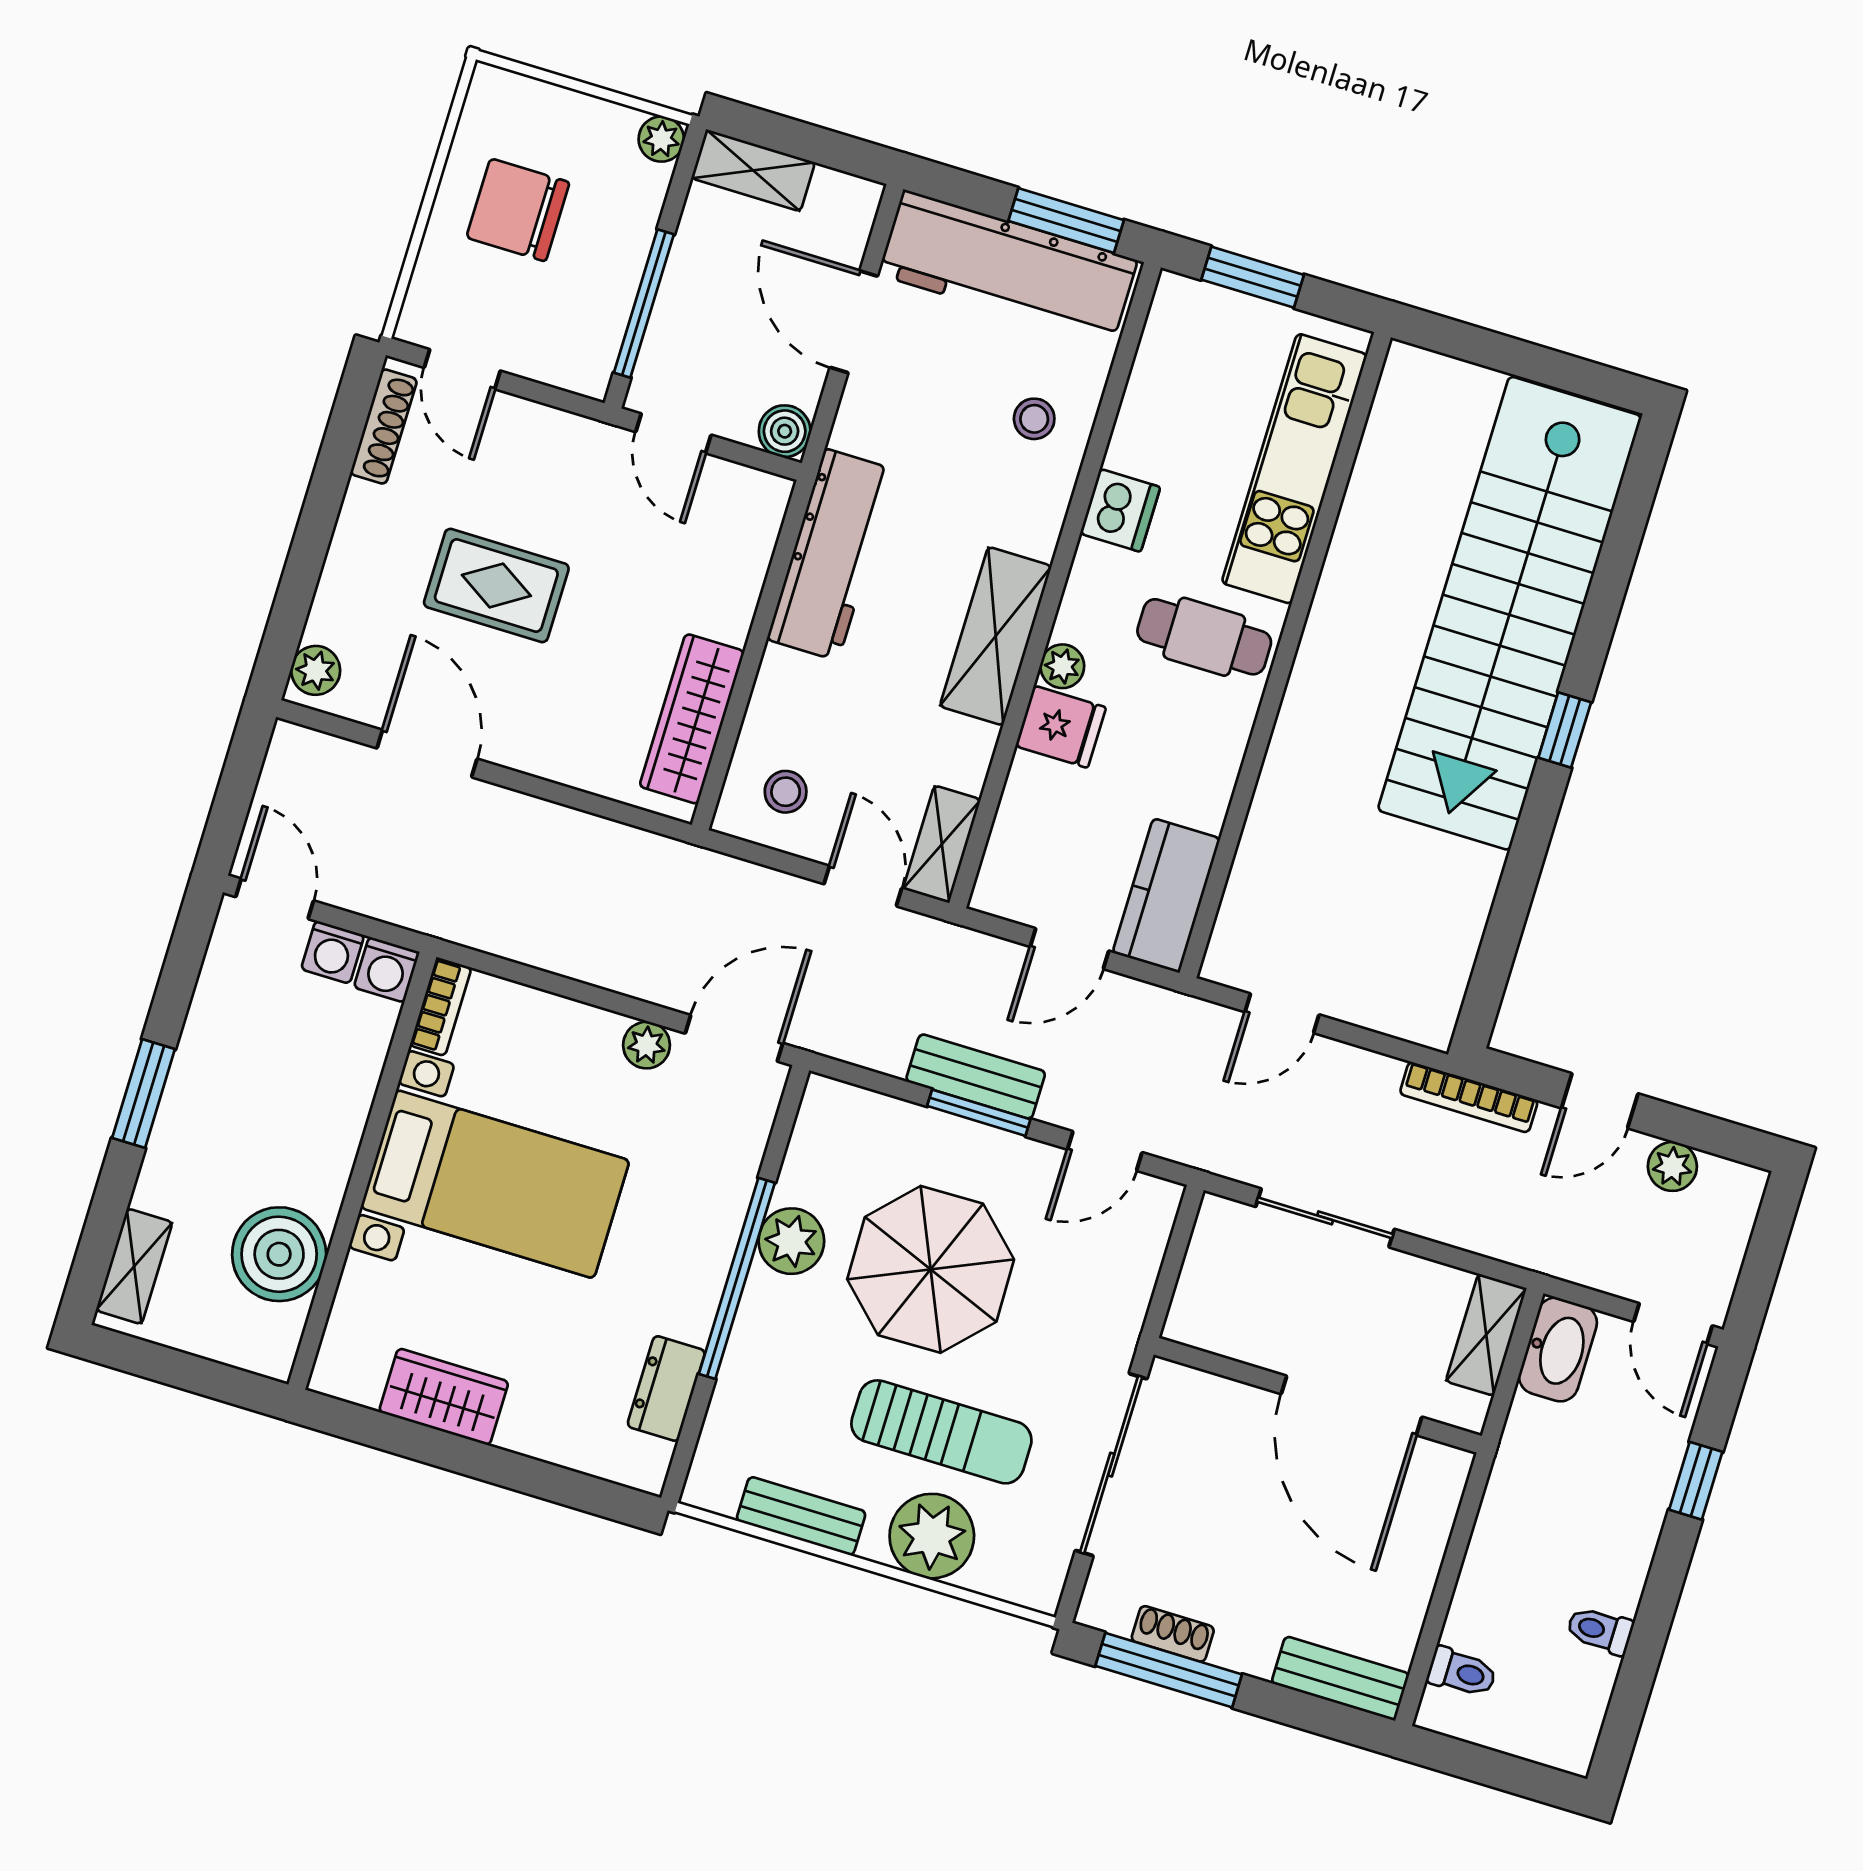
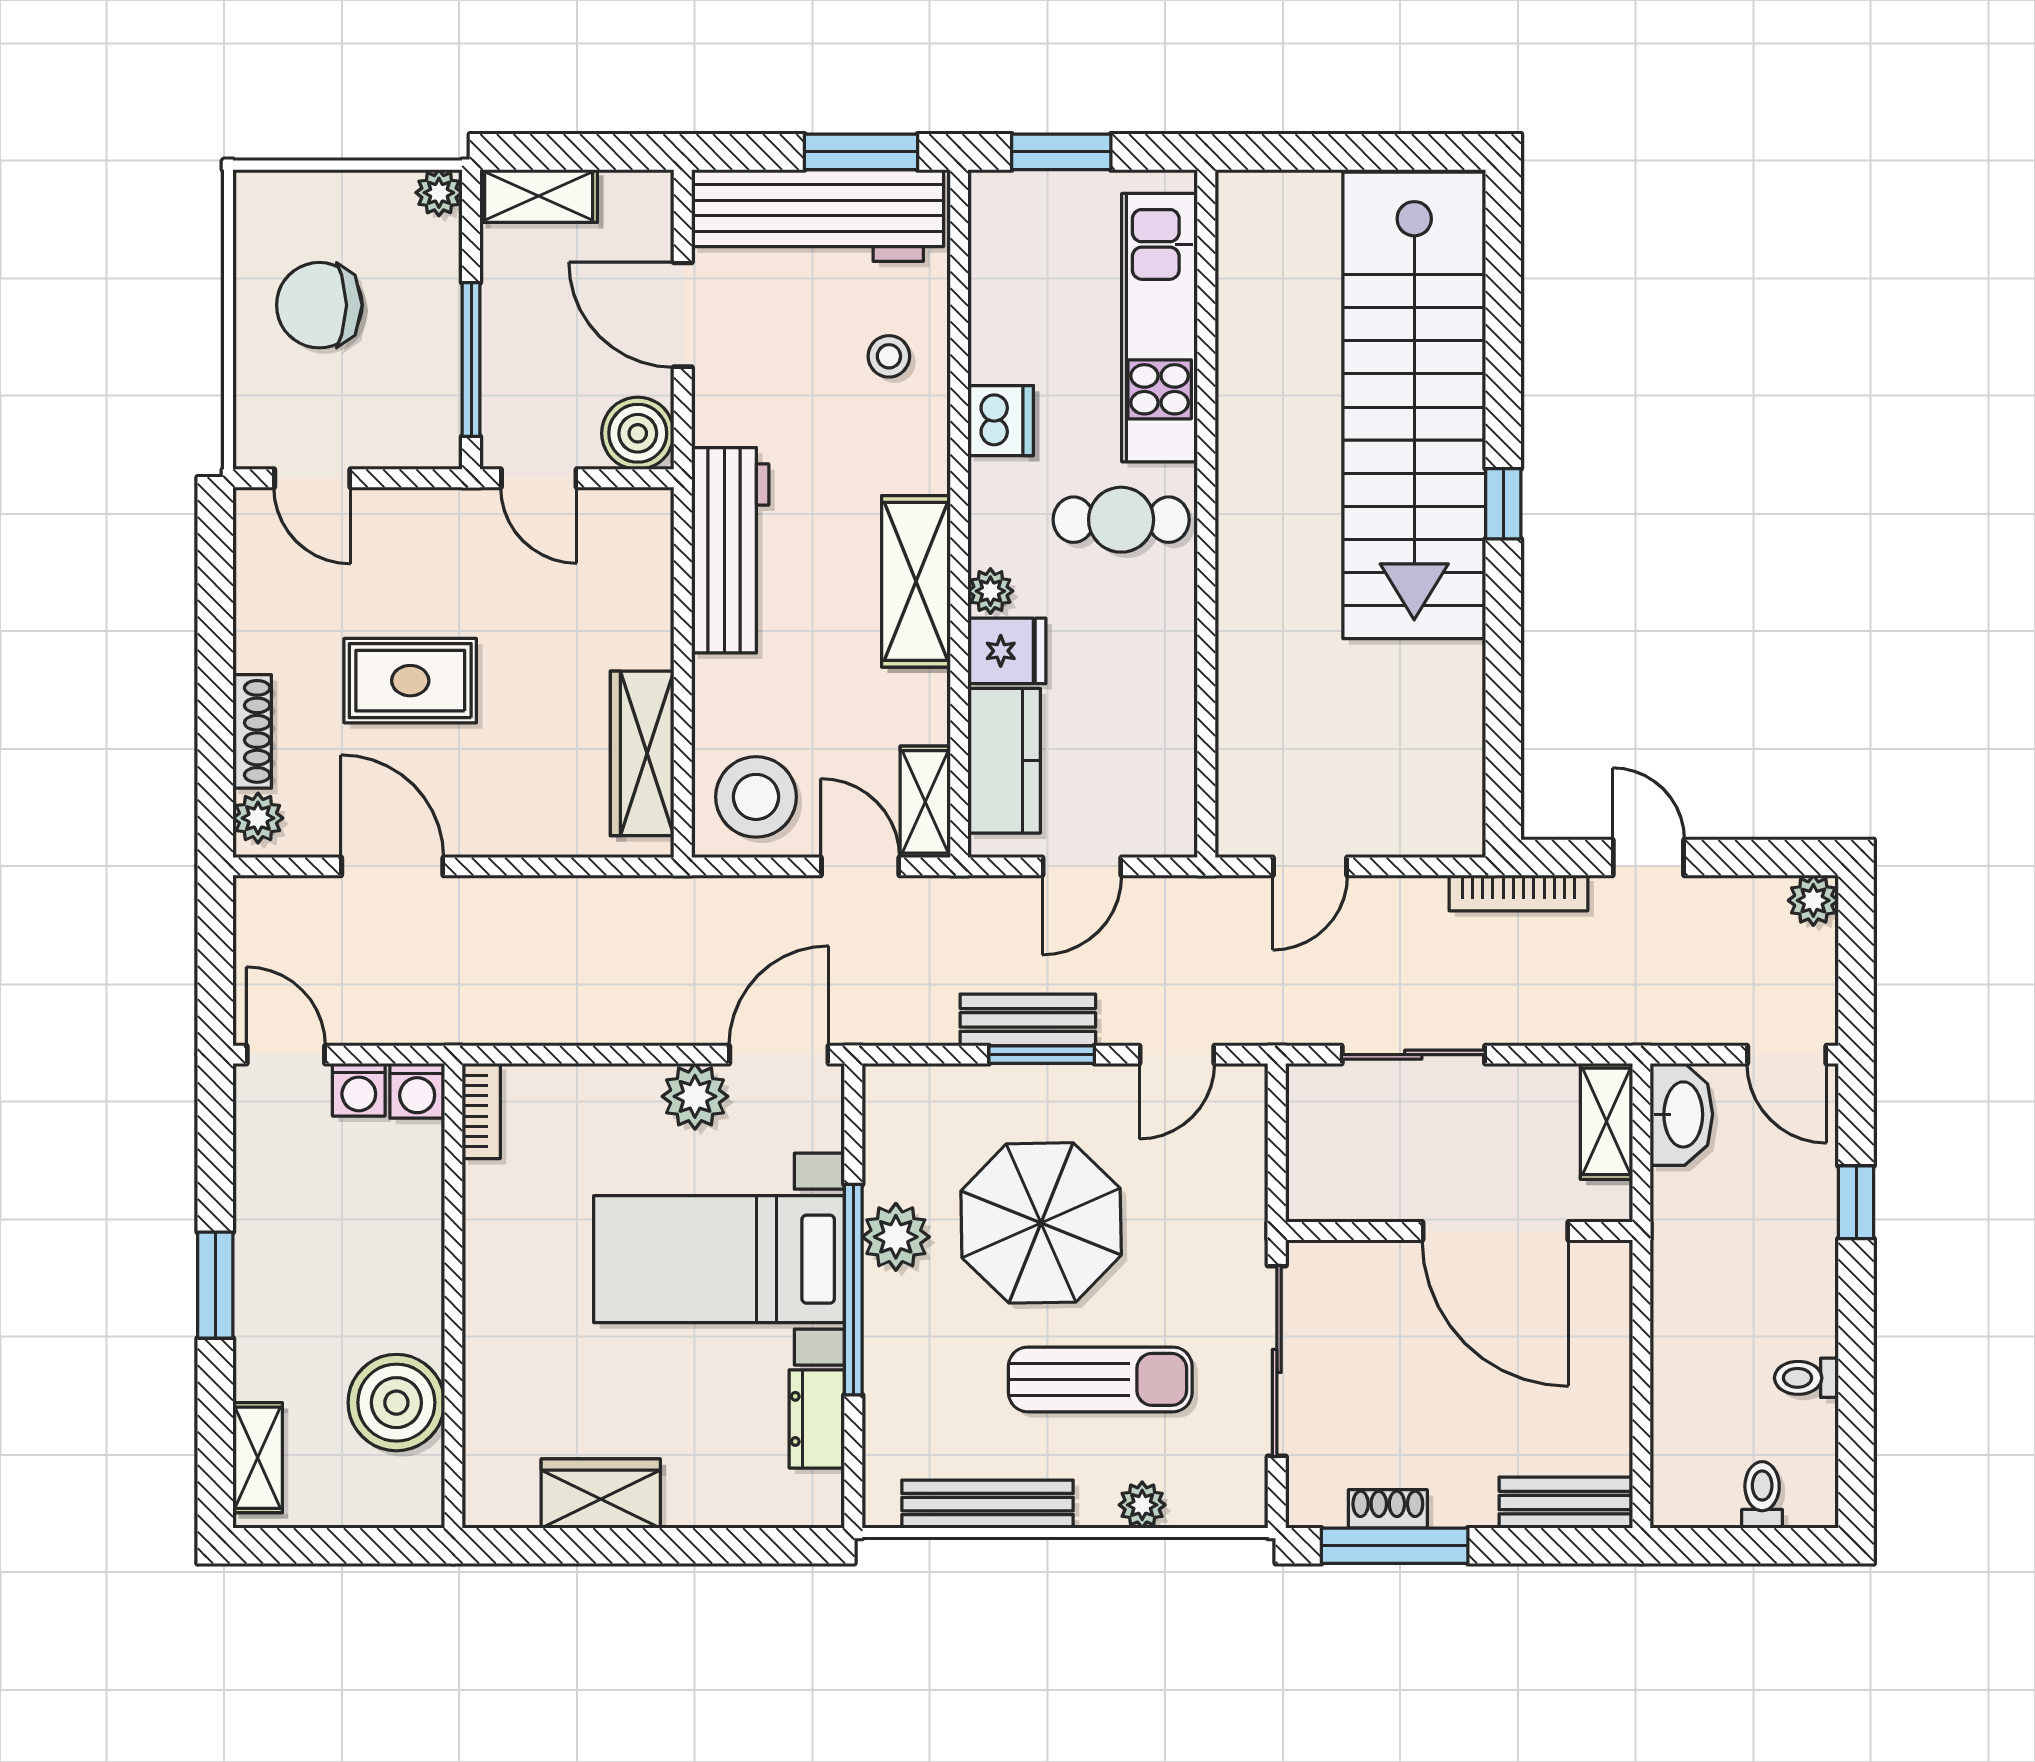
shoe rack: (384, 427) -> (252, 731), moved
boiler: (785, 431) -> (638, 433), width x1.36, depth x1.36
stool: (786, 792) -> (756, 797), width x1.89, depth x1.89
kitchen counter: (1166, 896) -> (1004, 761), moved, turned 180
plant: (647, 1045) -> (695, 1096), width x1.38, depth x1.38
door: (1600, 1101) -> (1648, 858), swing flipped
plant: (1672, 1166) -> (1813, 900), moved
bed with nightstands: (495, 1184) -> (719, 1259), moved, turned 180
bench: (801, 1516) -> (987, 1504), width x1.36
plant: (932, 1536) -> (1142, 1505), width x0.53, depth x0.53
toilet: (1462, 1672) -> (1762, 1495), moved, turned -90

